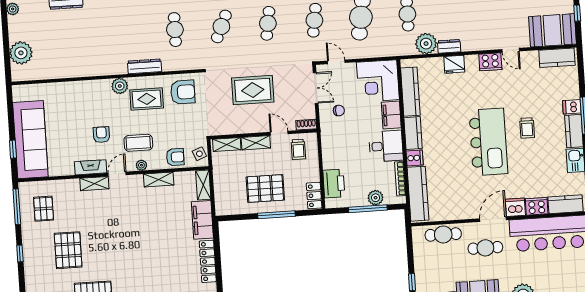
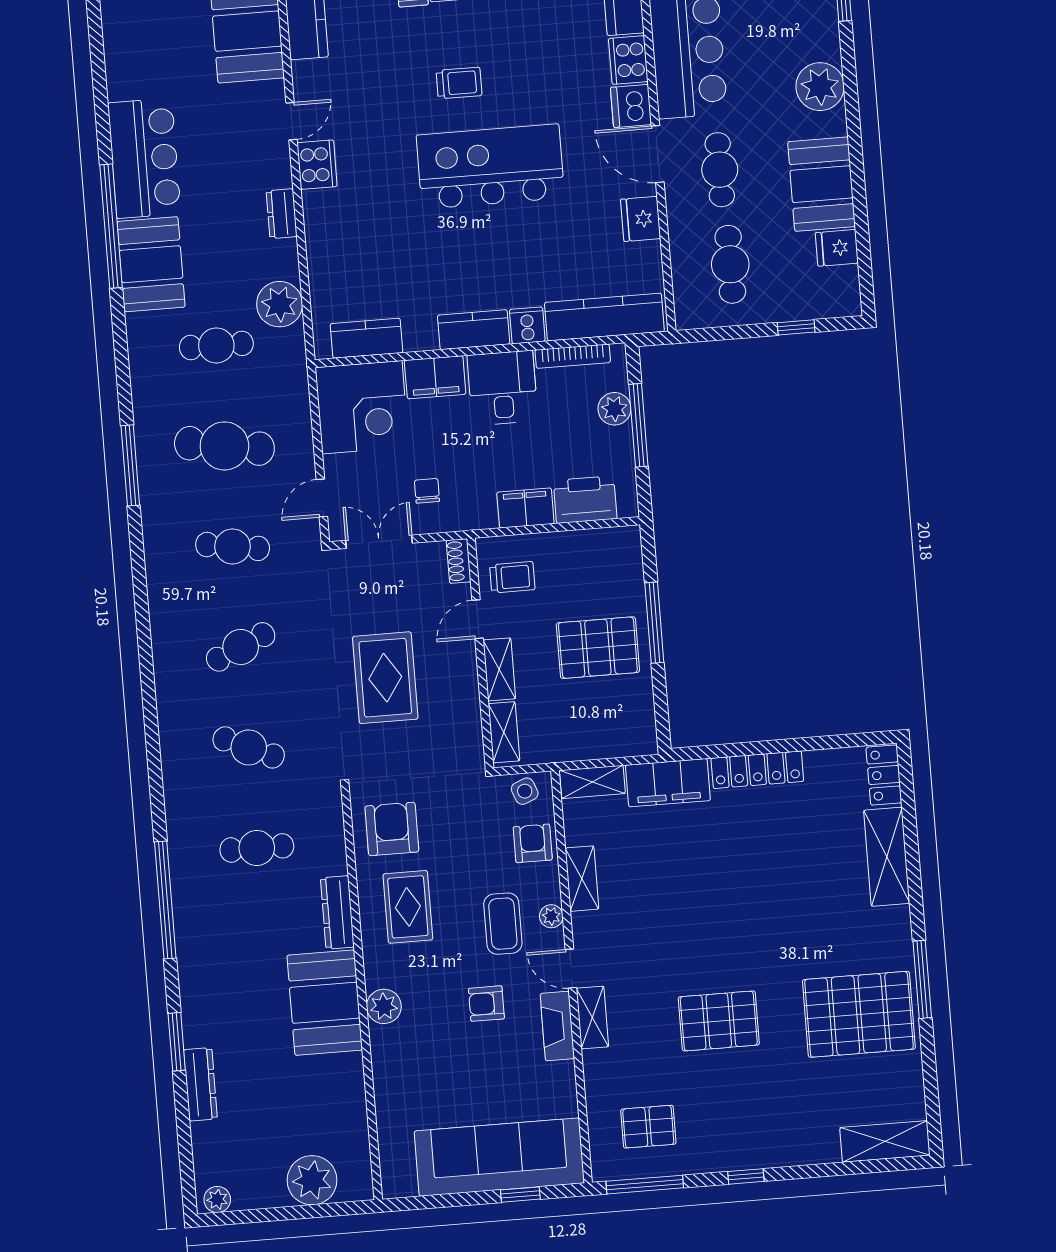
cafe table: (268, 23) -> (241, 647), turned -33
dresser: (449, 46) -> (282, 214), moved
booth: (103, 60) -> (325, 1003), added
fridge: (454, 64) -> (641, 219), moved, turned 180
plant: (120, 86) -> (384, 1006), moved
kitchen counter: (410, 92) -> (366, 338), width x0.67
filing cabinet: (330, 156) -> (525, 508), added
pallet: (265, 188) -> (598, 648), turned 90
locker: (314, 196) -> (612, 542), removed
cafe table: (443, 234) -> (730, 264), moved
pallet: (68, 250) -> (719, 1021), moved

